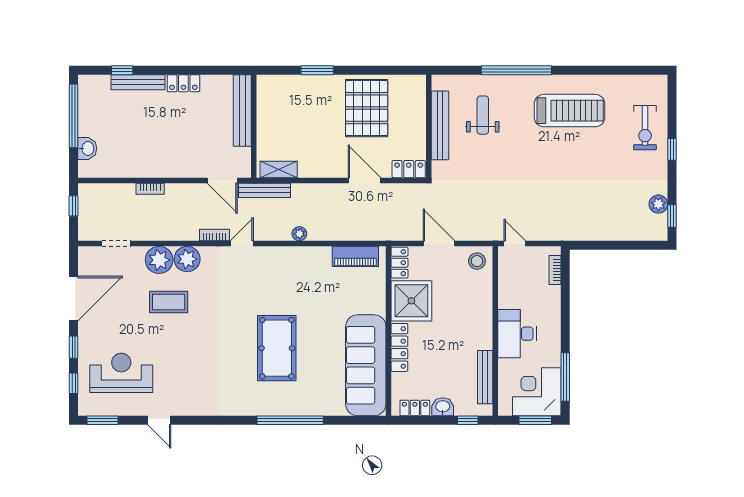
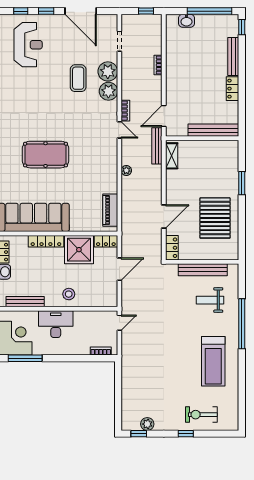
window: (122, 70) -> (242, 27), moved
pallet: (367, 108) -> (215, 218), turned 90
weight bench: (483, 115) -> (210, 300), turned 180
stool: (477, 261) -> (69, 294), moved

